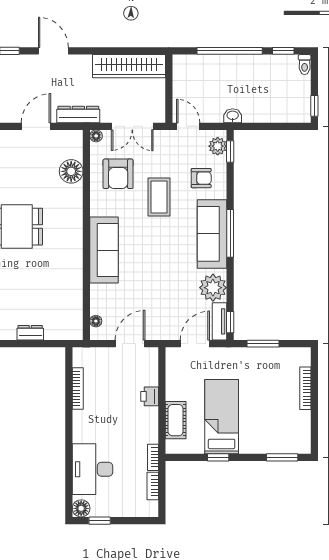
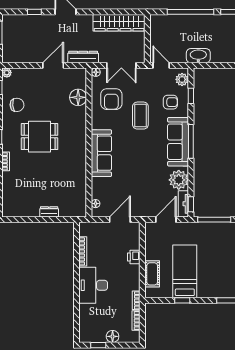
washbasin: (233, 116) -> (198, 56), width x1.91, depth x1.45
window: (230, 152) -> (191, 96), moved
window: (263, 344) -> (214, 220), width x1.44
desk: (93, 469) -> (93, 285), moved
floor lamp: (81, 508) -> (113, 336), moved

